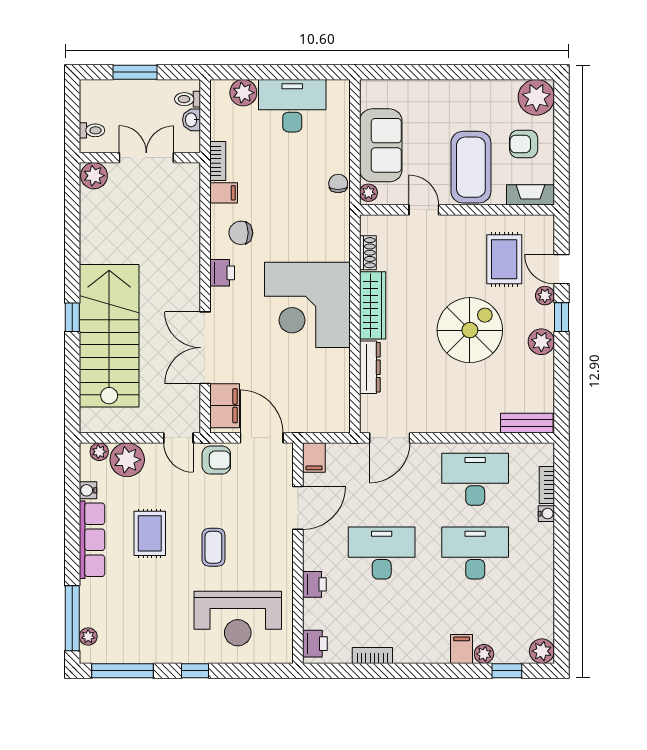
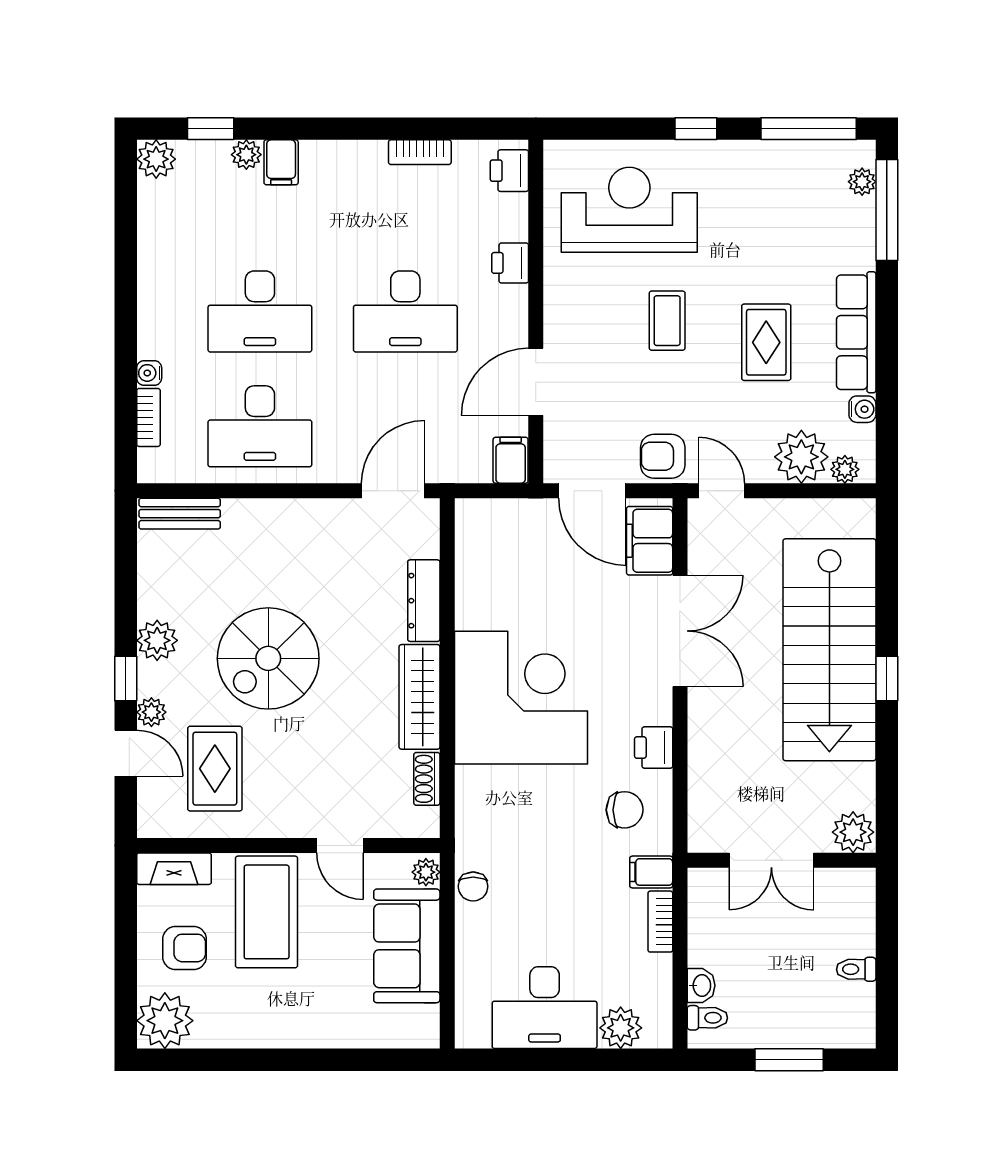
wall: (140, 158) -> (782, 860), moved
double door: (146, 158) -> (771, 860), moved
plant: (94, 176) -> (853, 832), moved

